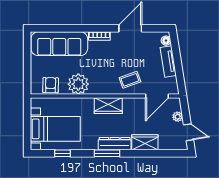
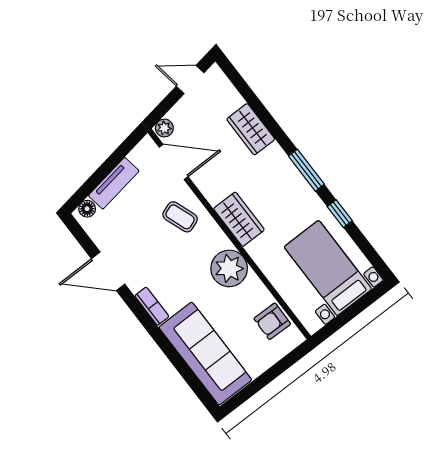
plant: (78, 84) -> (229, 268), moved
plant: (178, 117) -> (164, 128), moved
door: (189, 132) -> (190, 80), hinge flipped
dresser: (115, 144) -> (285, 170), removed
window: (62, 153) -> (340, 214), moved

